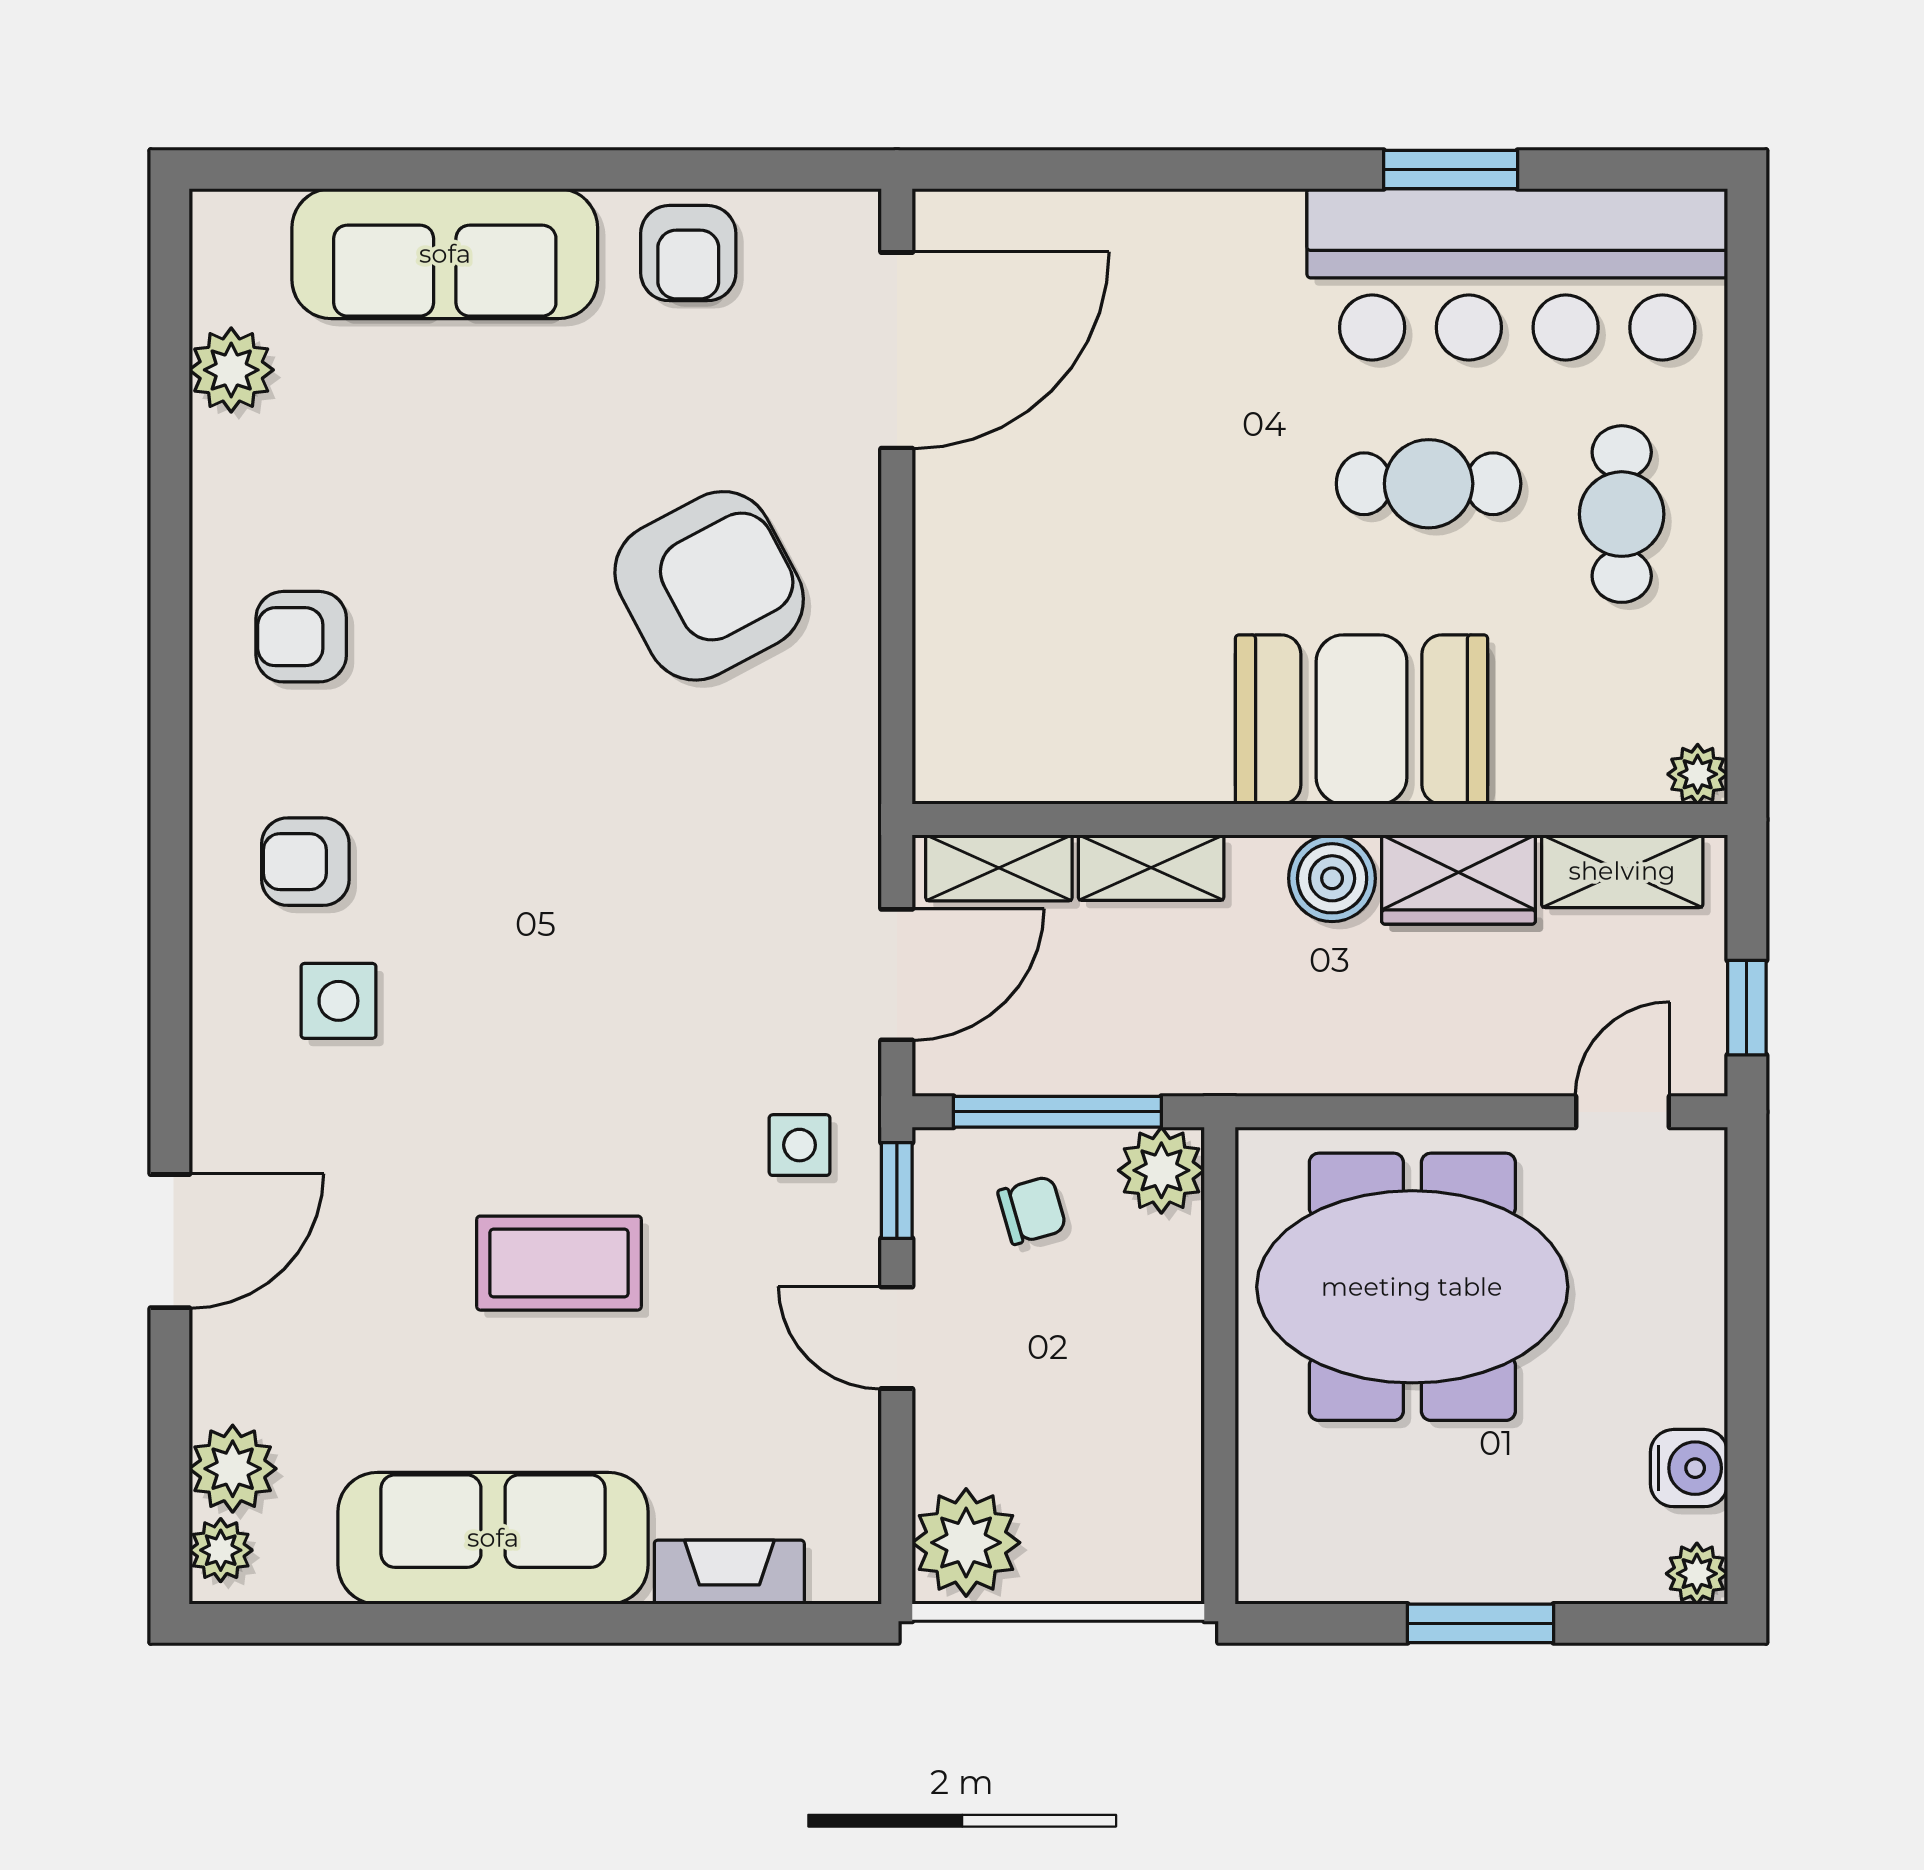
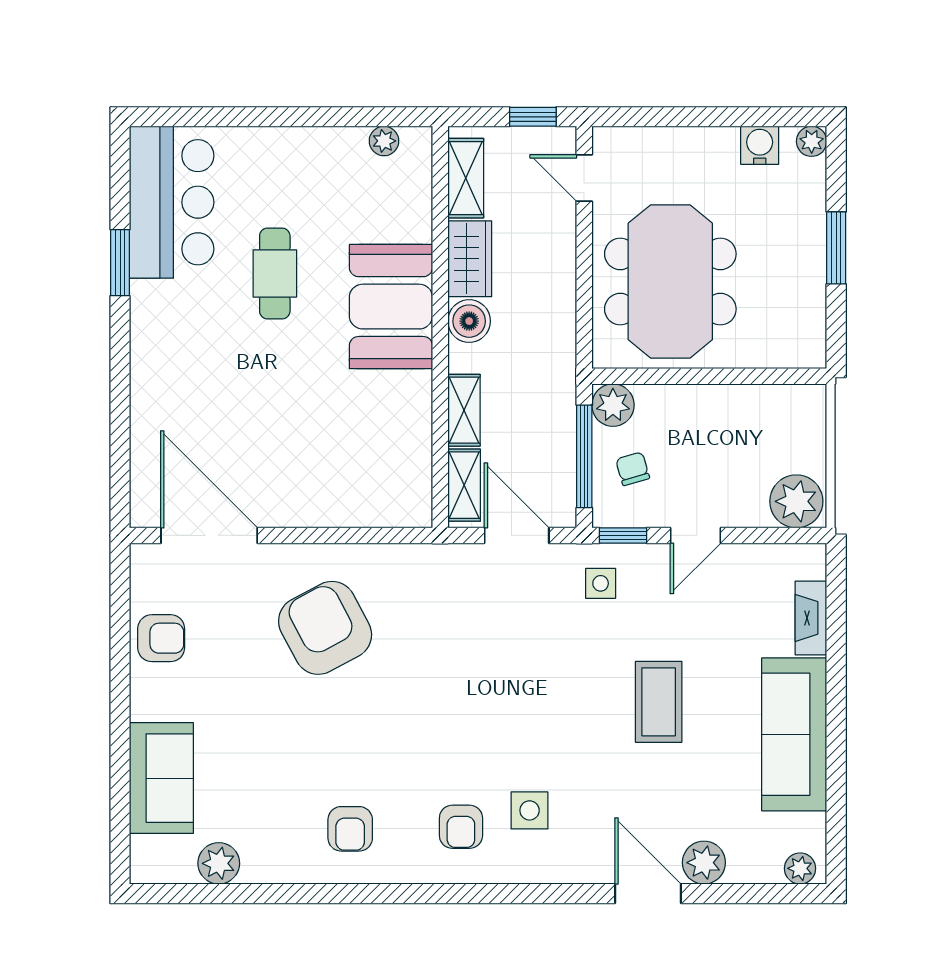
sofa: (445, 254) -> (161, 778), width x0.73
bar counter: (1517, 274) -> (172, 202), width x0.73
cafe table: (1622, 514) -> (290, 178), removed
plant: (1698, 774) -> (384, 141), moved
plant: (233, 1469) -> (704, 863), moved

